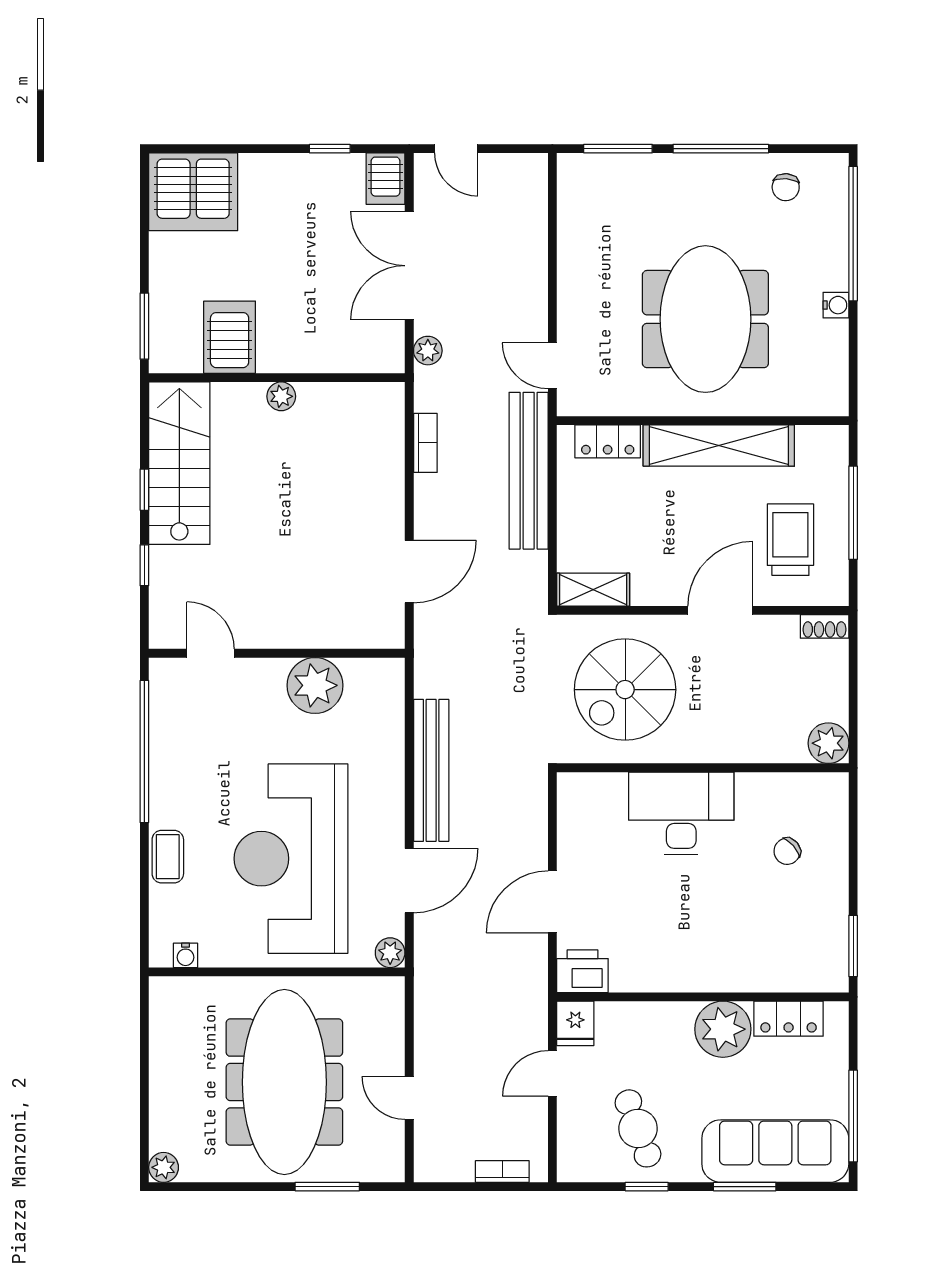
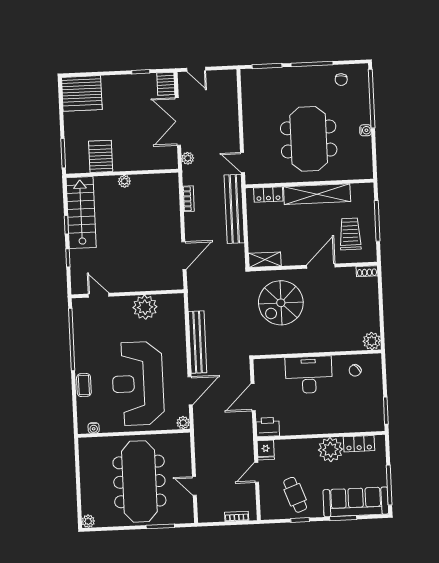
plant: (828, 743) -> (372, 341), moved
wall: (703, 768) -> (317, 354), moved
desk: (681, 814) -> (309, 375), moved

